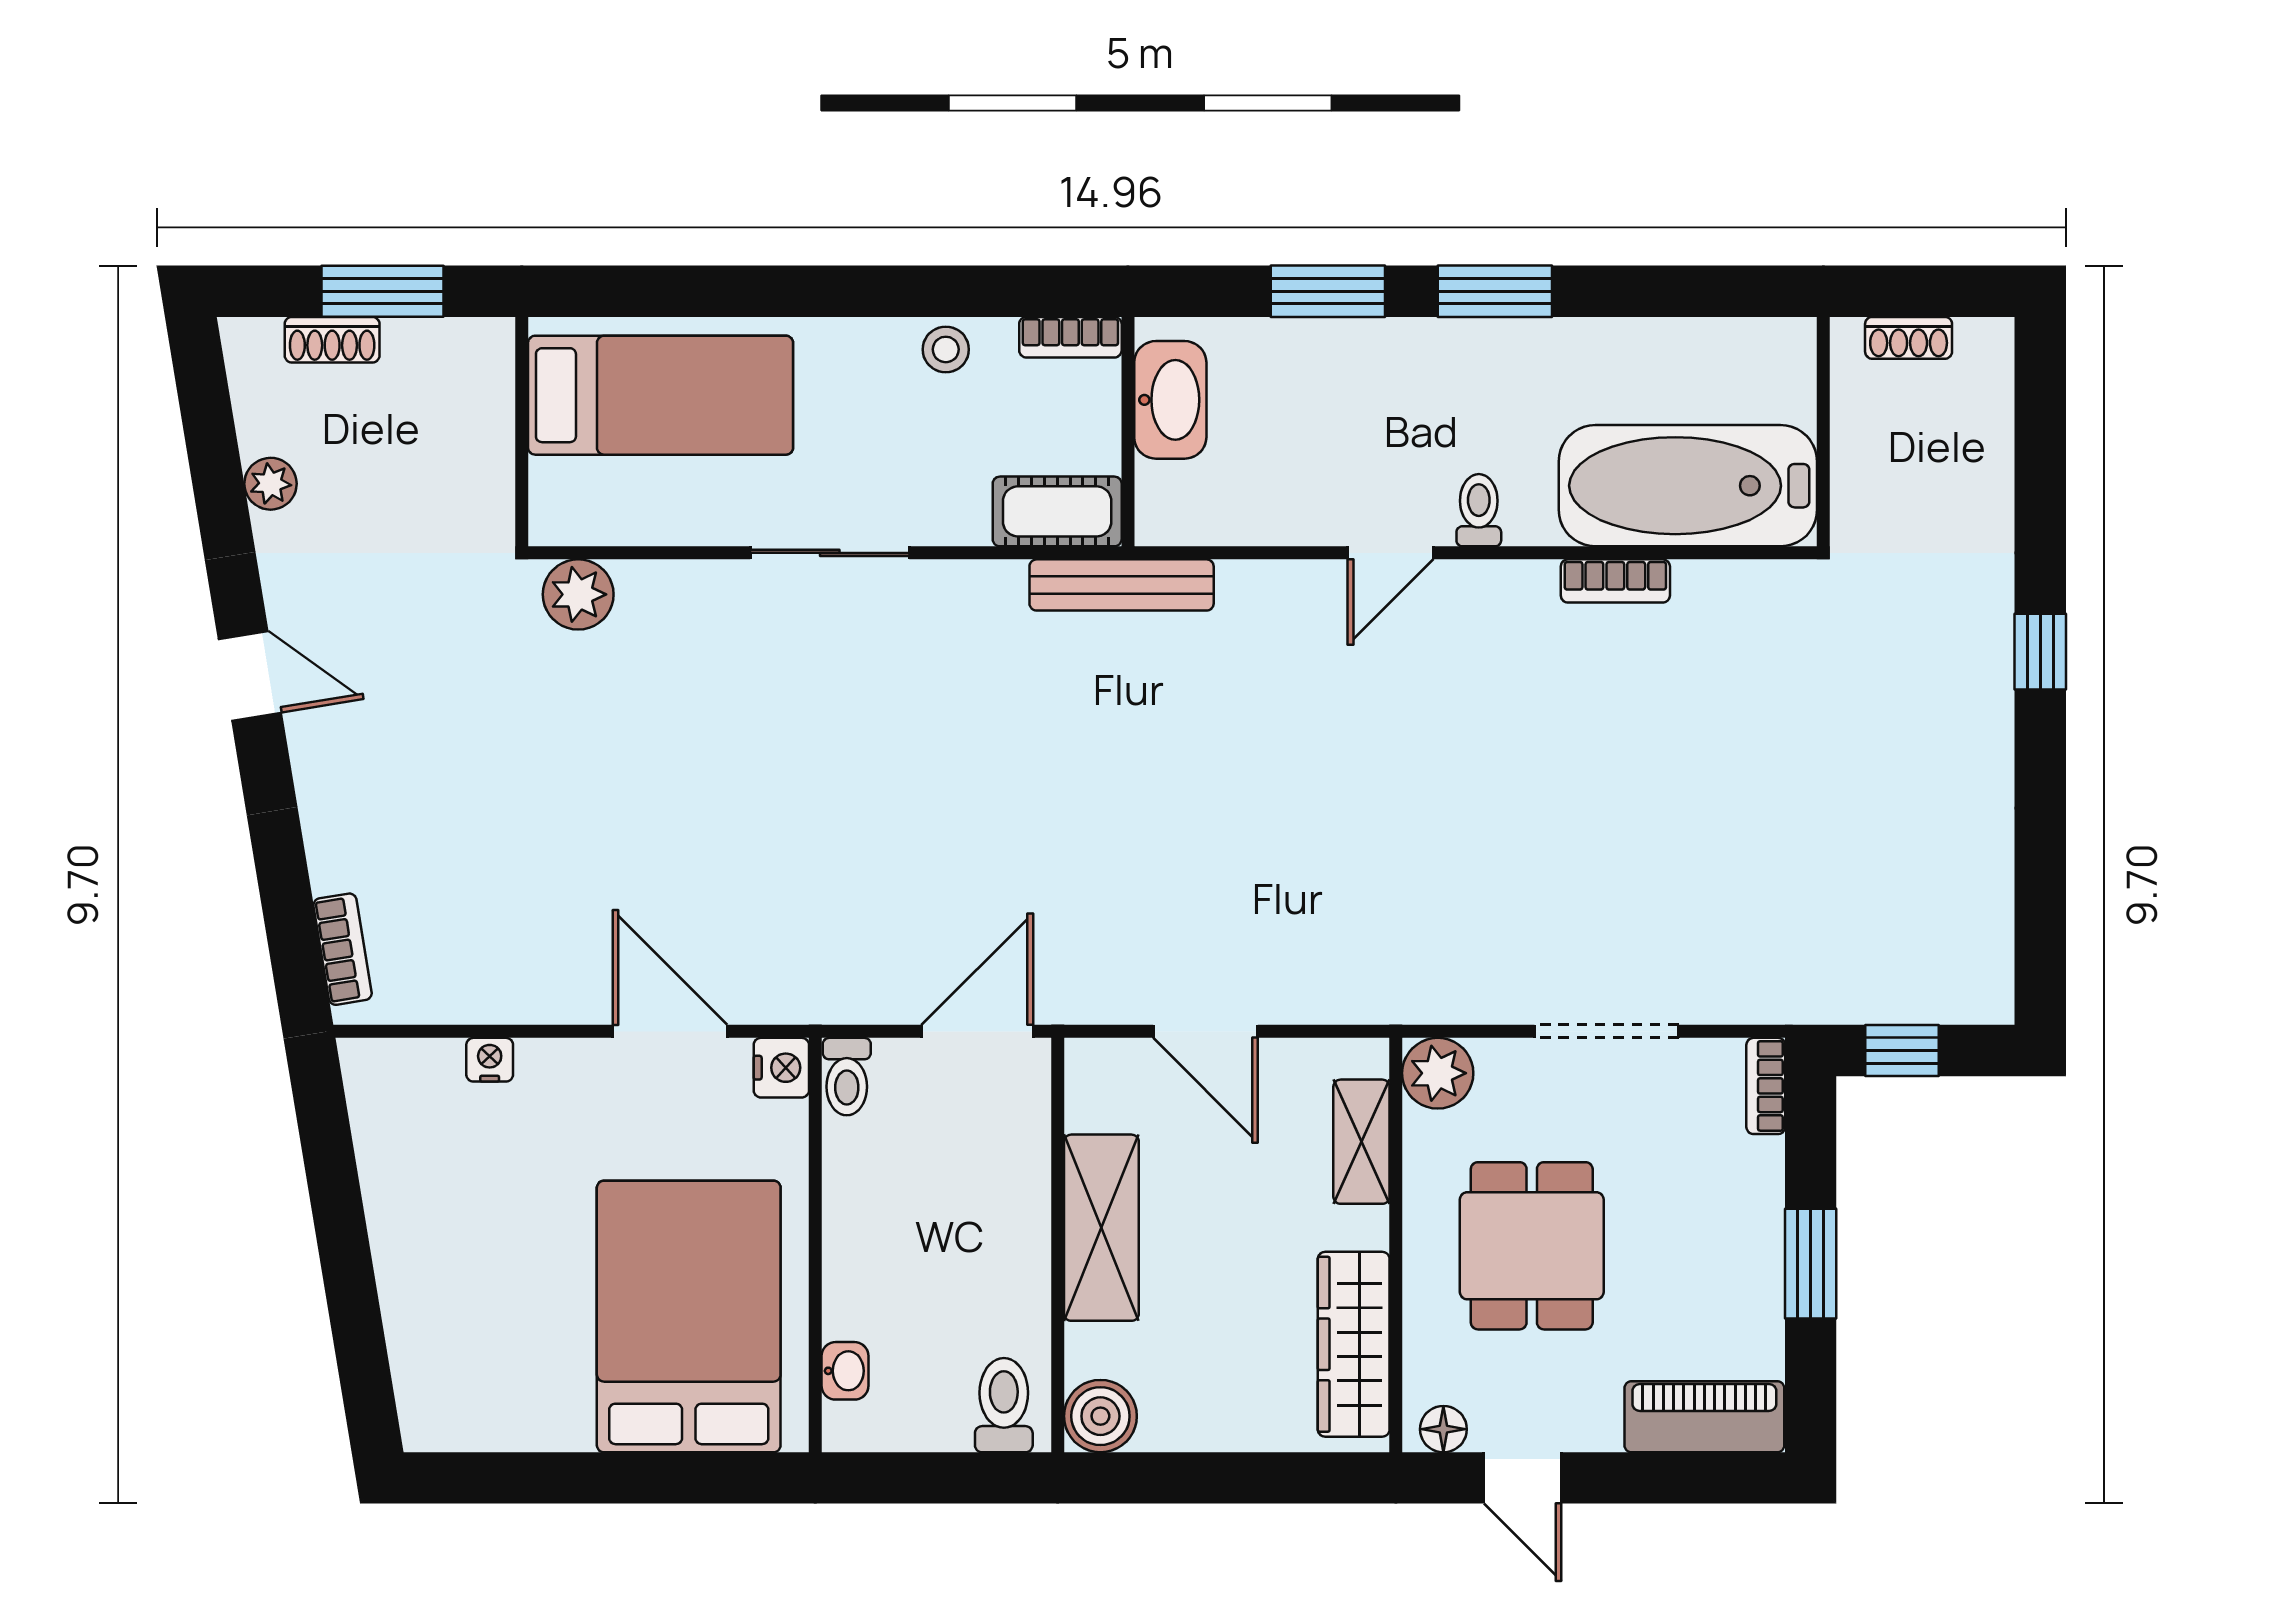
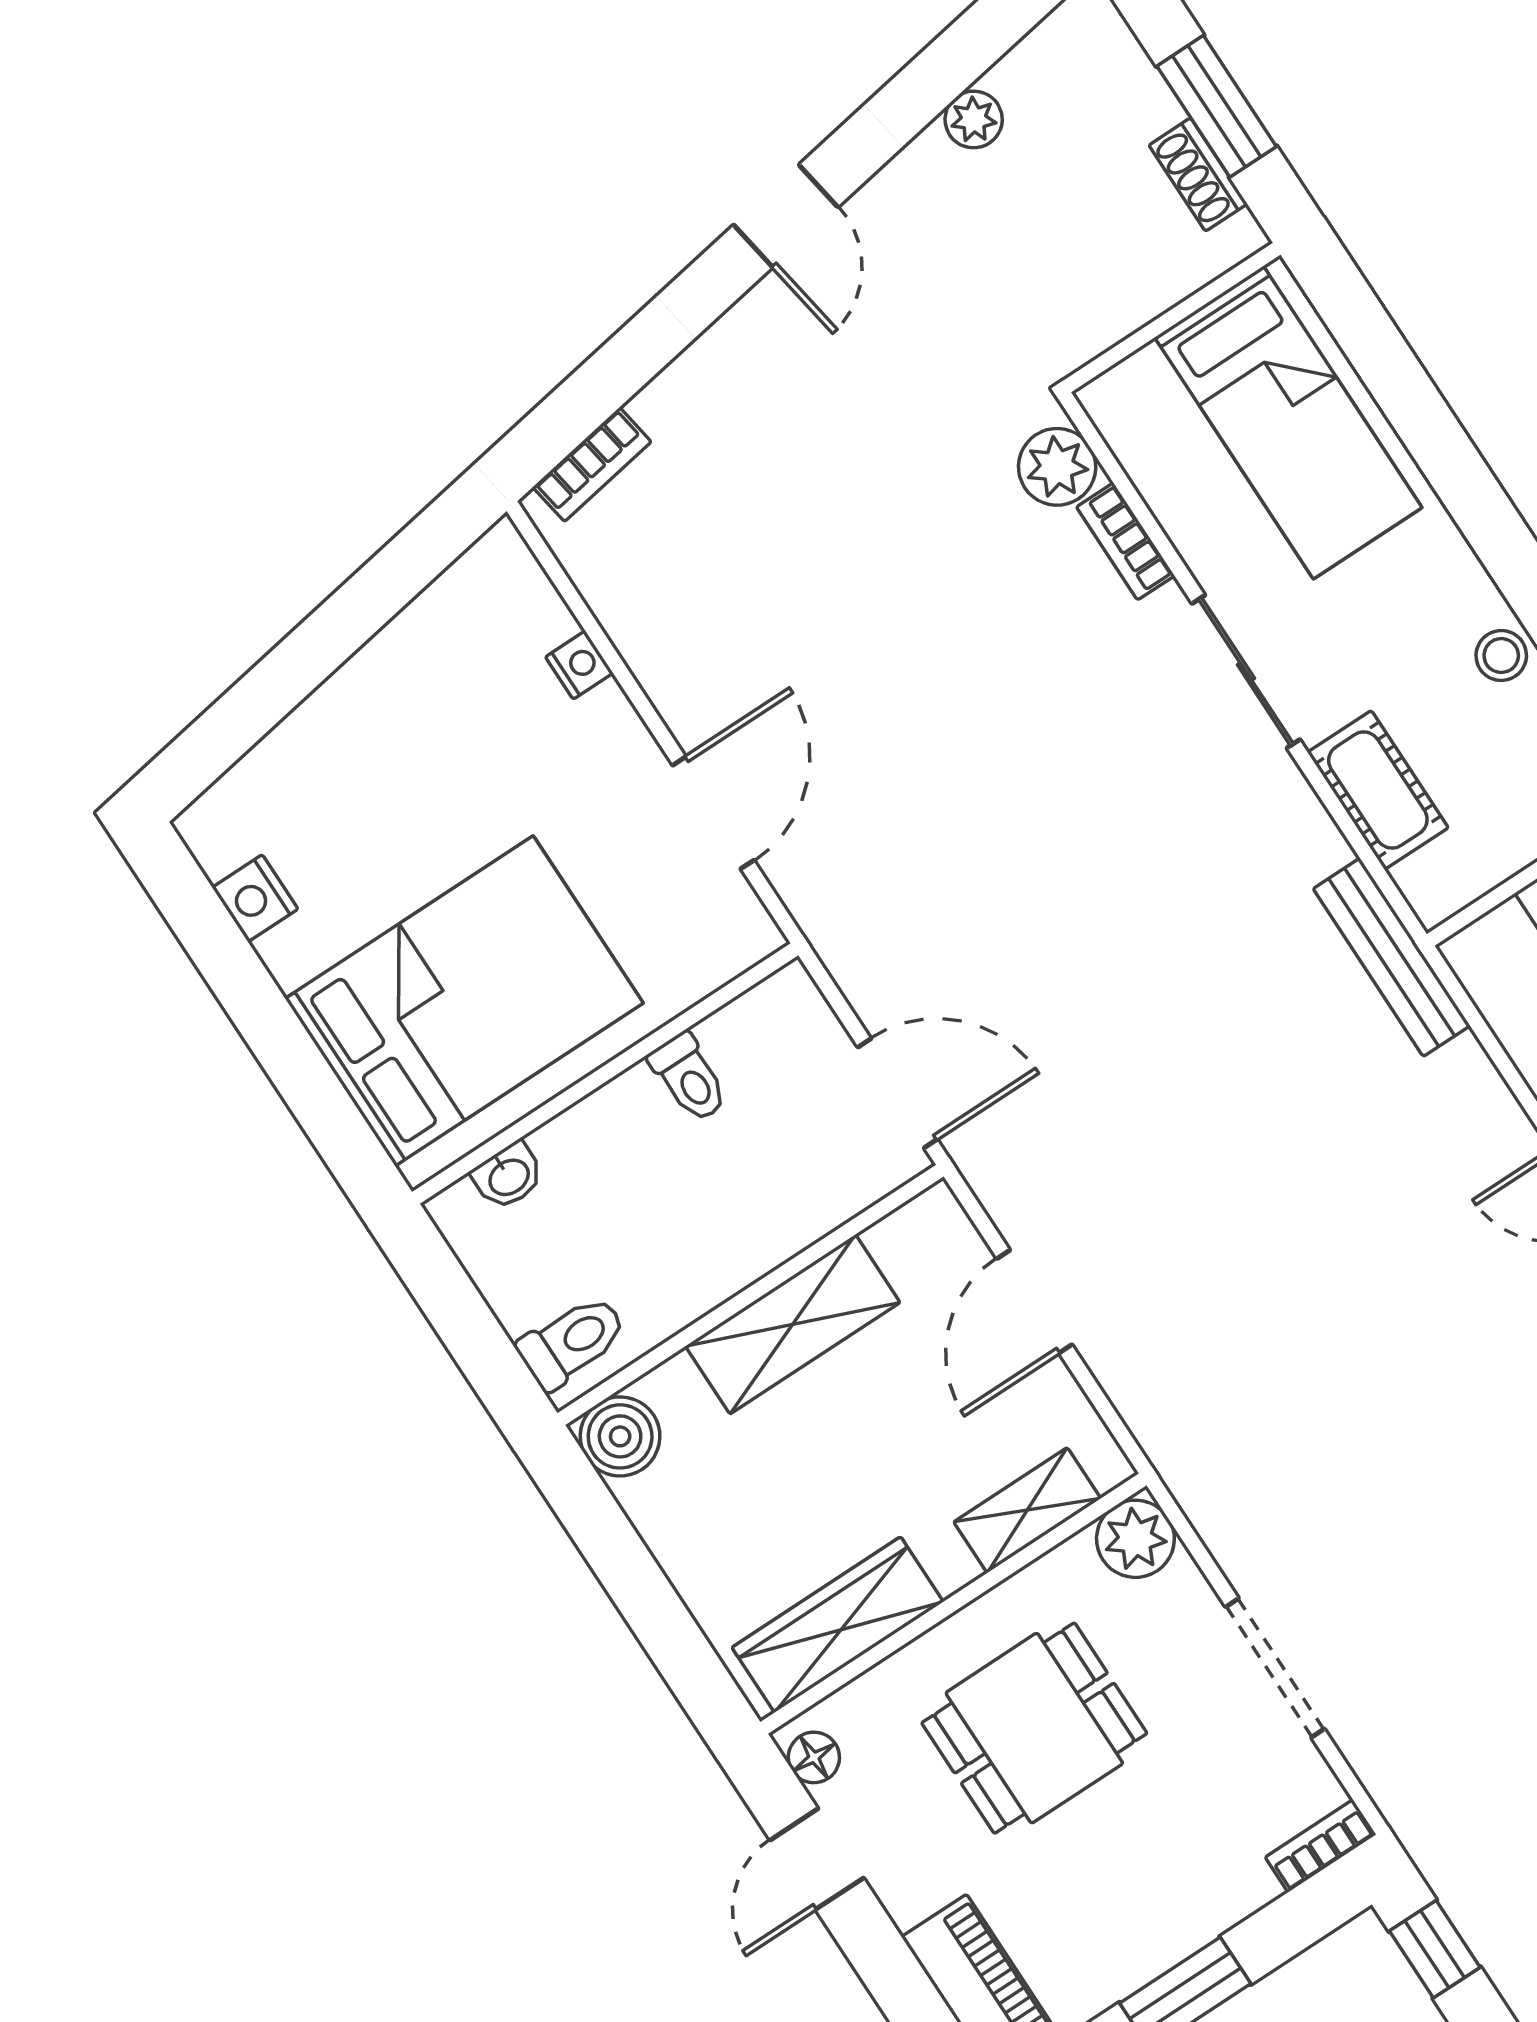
shoe rack: (332, 340) -> (1198, 175), moved
cot: (1057, 511) -> (1378, 790), moved
bookcase: (670, 580) -> (1125, 541), added
nightstand: (781, 1068) -> (255, 898), moved, turned 90
toilet: (847, 1077) -> (689, 1078), moved, turned -90

